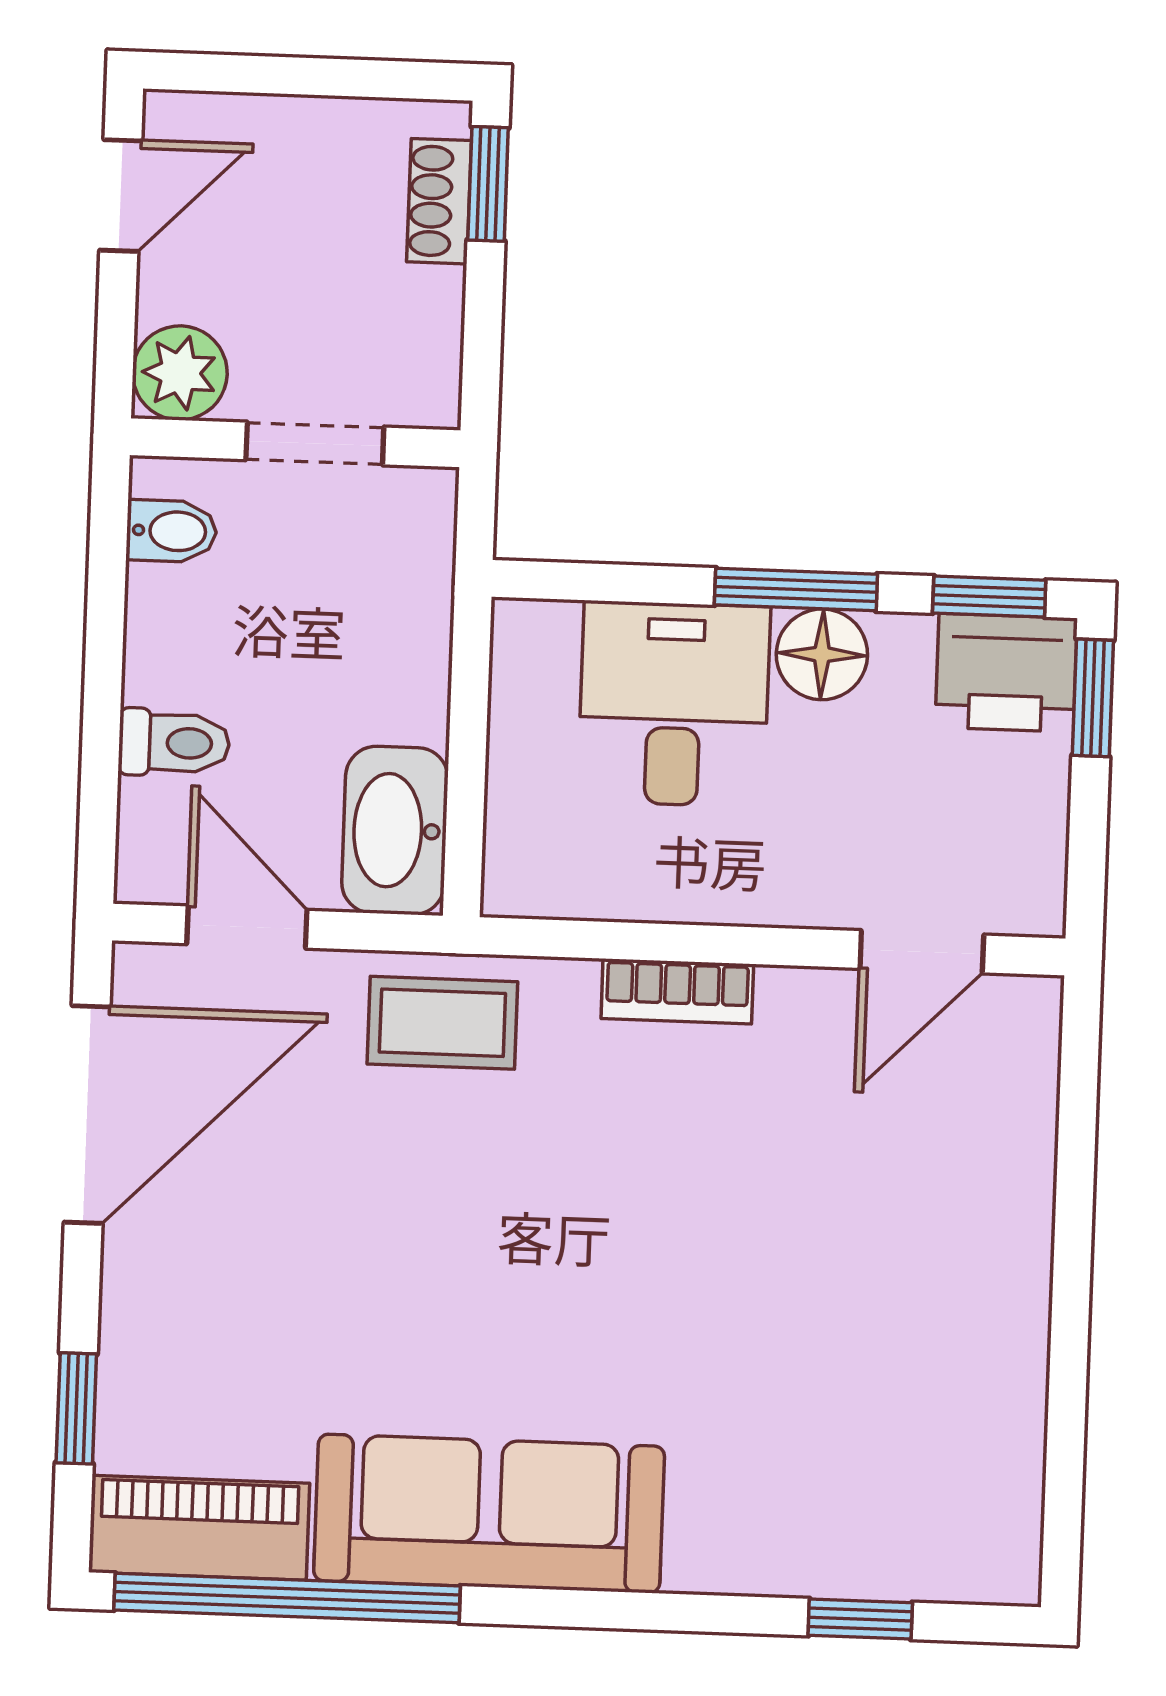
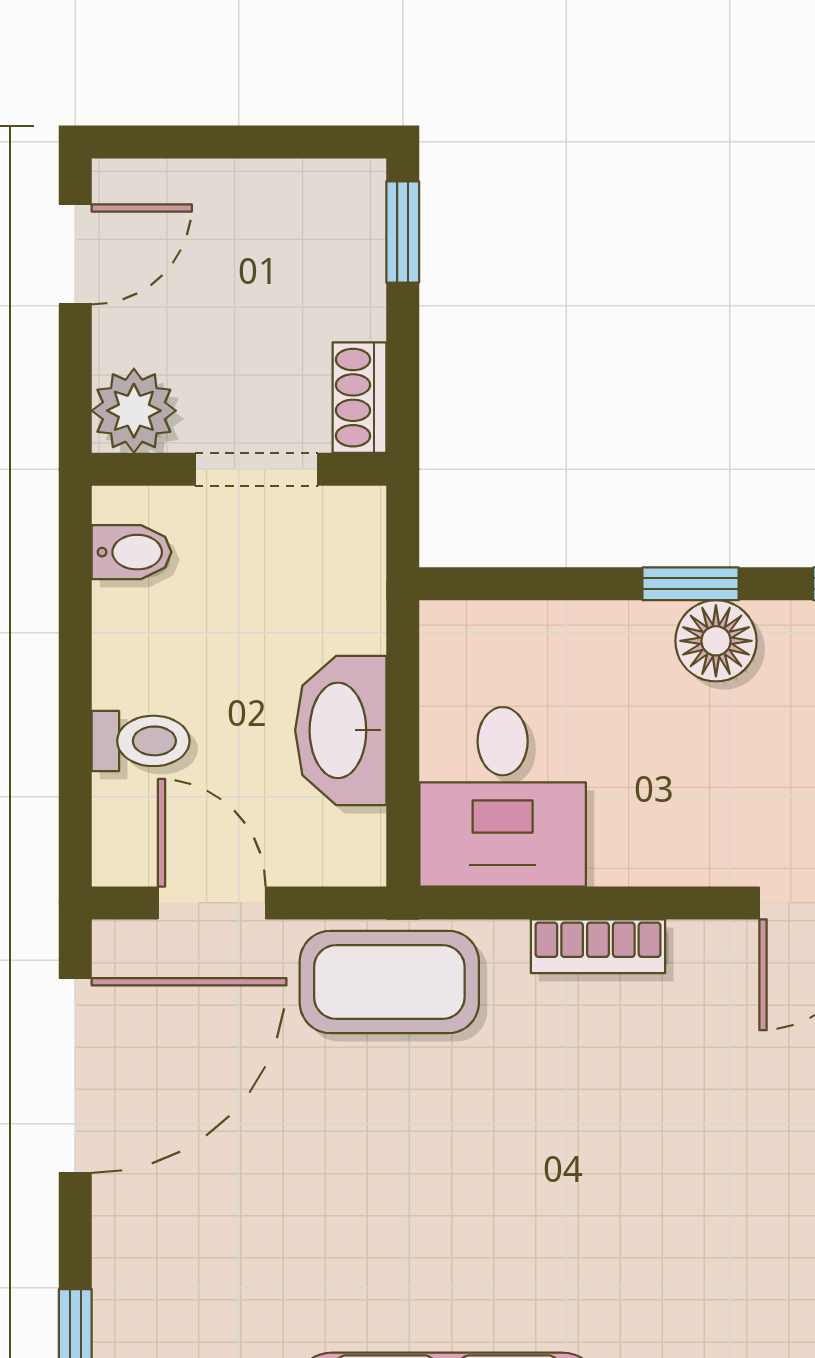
shoe rack: (439, 201) -> (359, 398), moved
window: (796, 589) -> (691, 584), width x0.67
desk: (674, 704) -> (503, 797), moved, turned 180
washbasin: (395, 830) -> (341, 730), moved
coffee table: (442, 1023) -> (389, 982), width x1.36, depth x1.30

